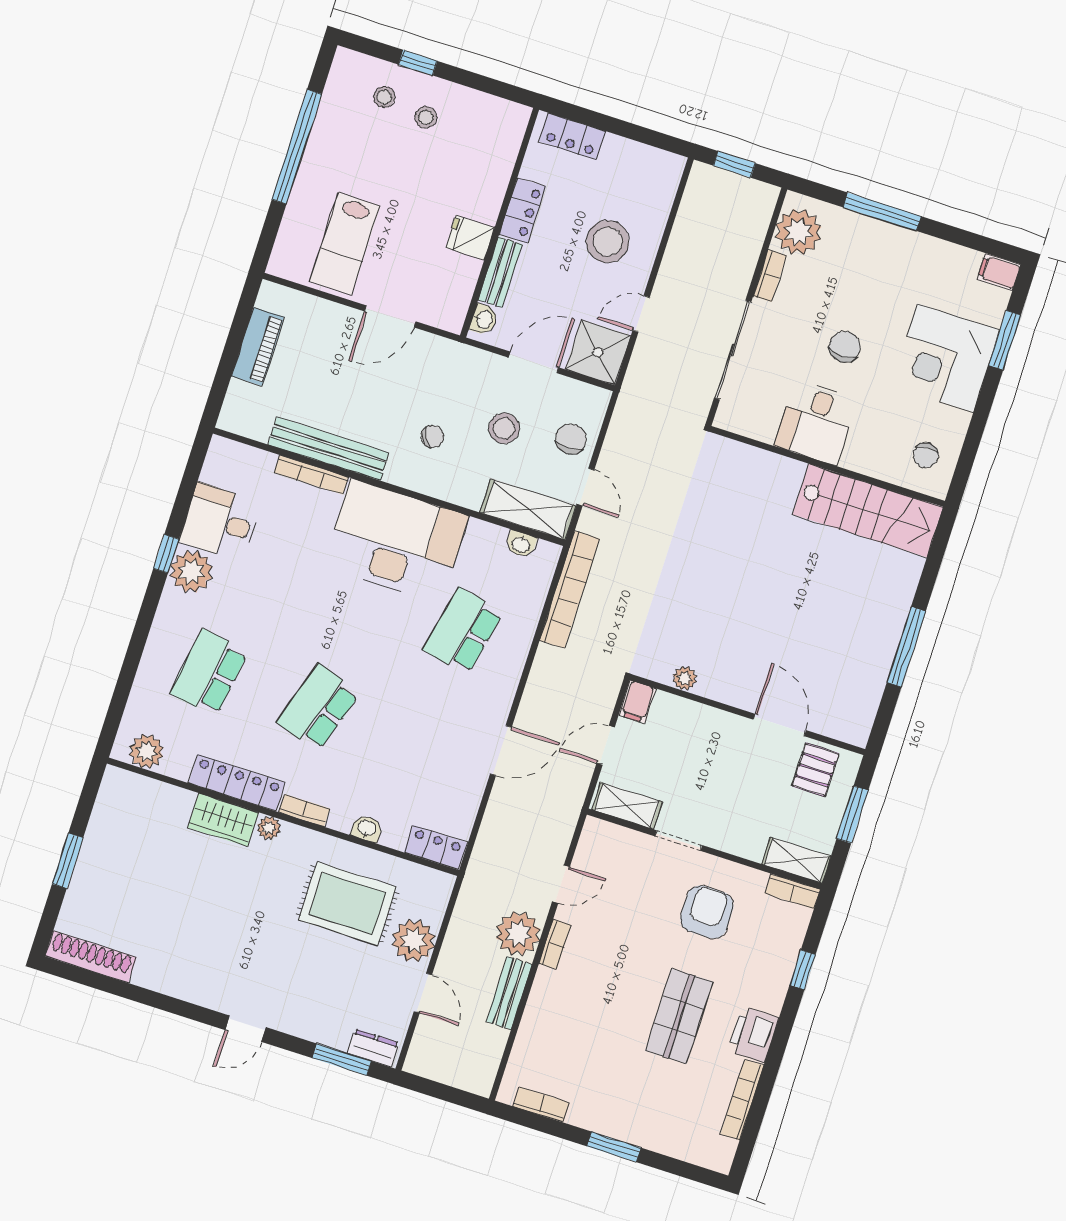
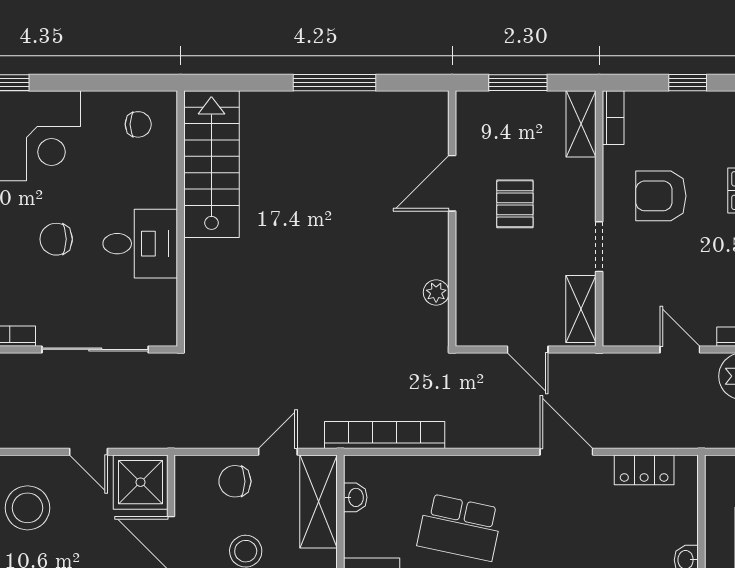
filing cabinet: (637, 702) -> (474, 332), removed
pallet: (815, 770) -> (515, 204), moved, turned 90
locker: (436, 847) -> (644, 470), moved, turned -90

